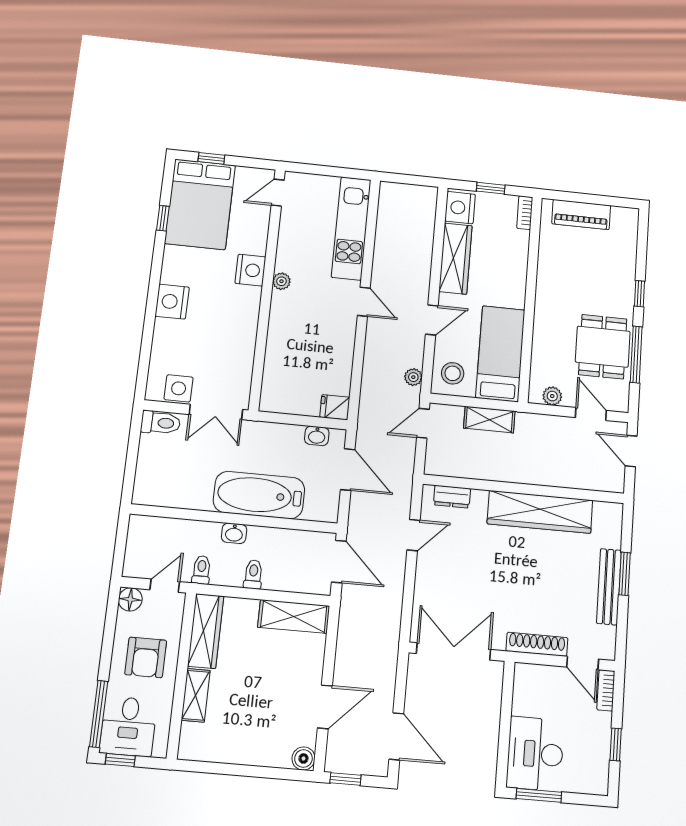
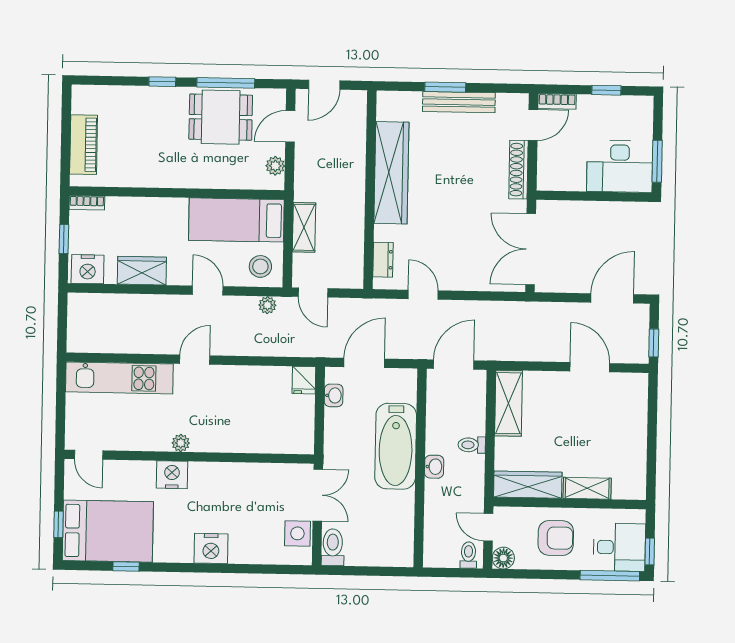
wardrobe: (456, 259) -> (142, 271), width x0.67
toilet: (201, 570) -> (468, 555), moved, turned 90
boiler: (303, 758) -> (638, 383), removed

